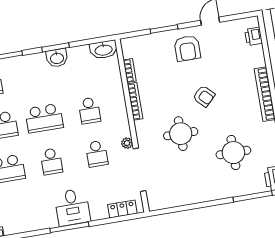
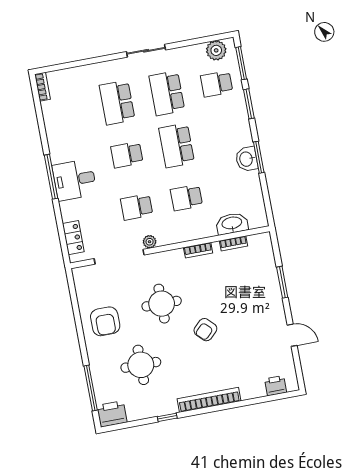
armchair: (187, 48) -> (105, 321), moved, turned -90
washbasin: (104, 50) -> (232, 223), moved, turned 90
bookcase: (135, 101) -> (198, 250), width x0.64

